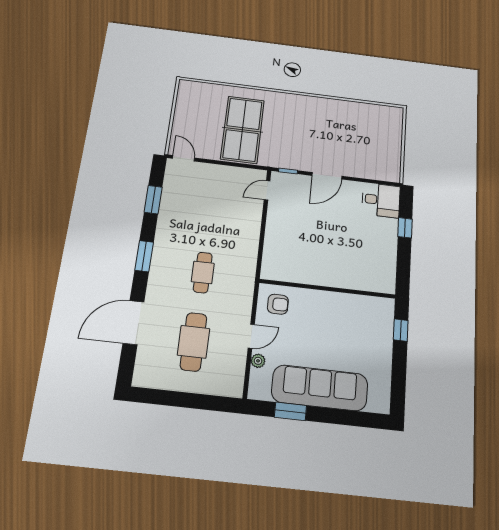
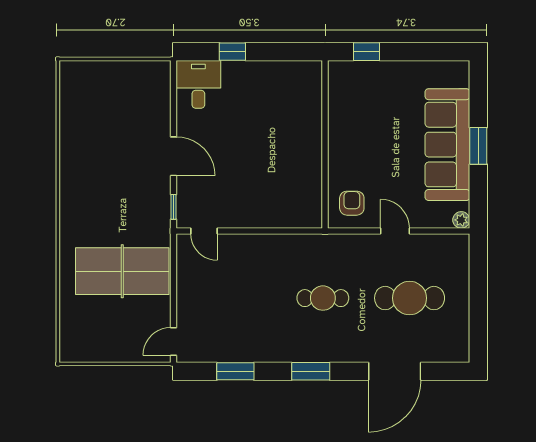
door: (133, 323) -> (395, 371), hinge flipped
plant: (258, 361) -> (461, 220), moved
window: (290, 411) -> (478, 146), moved

